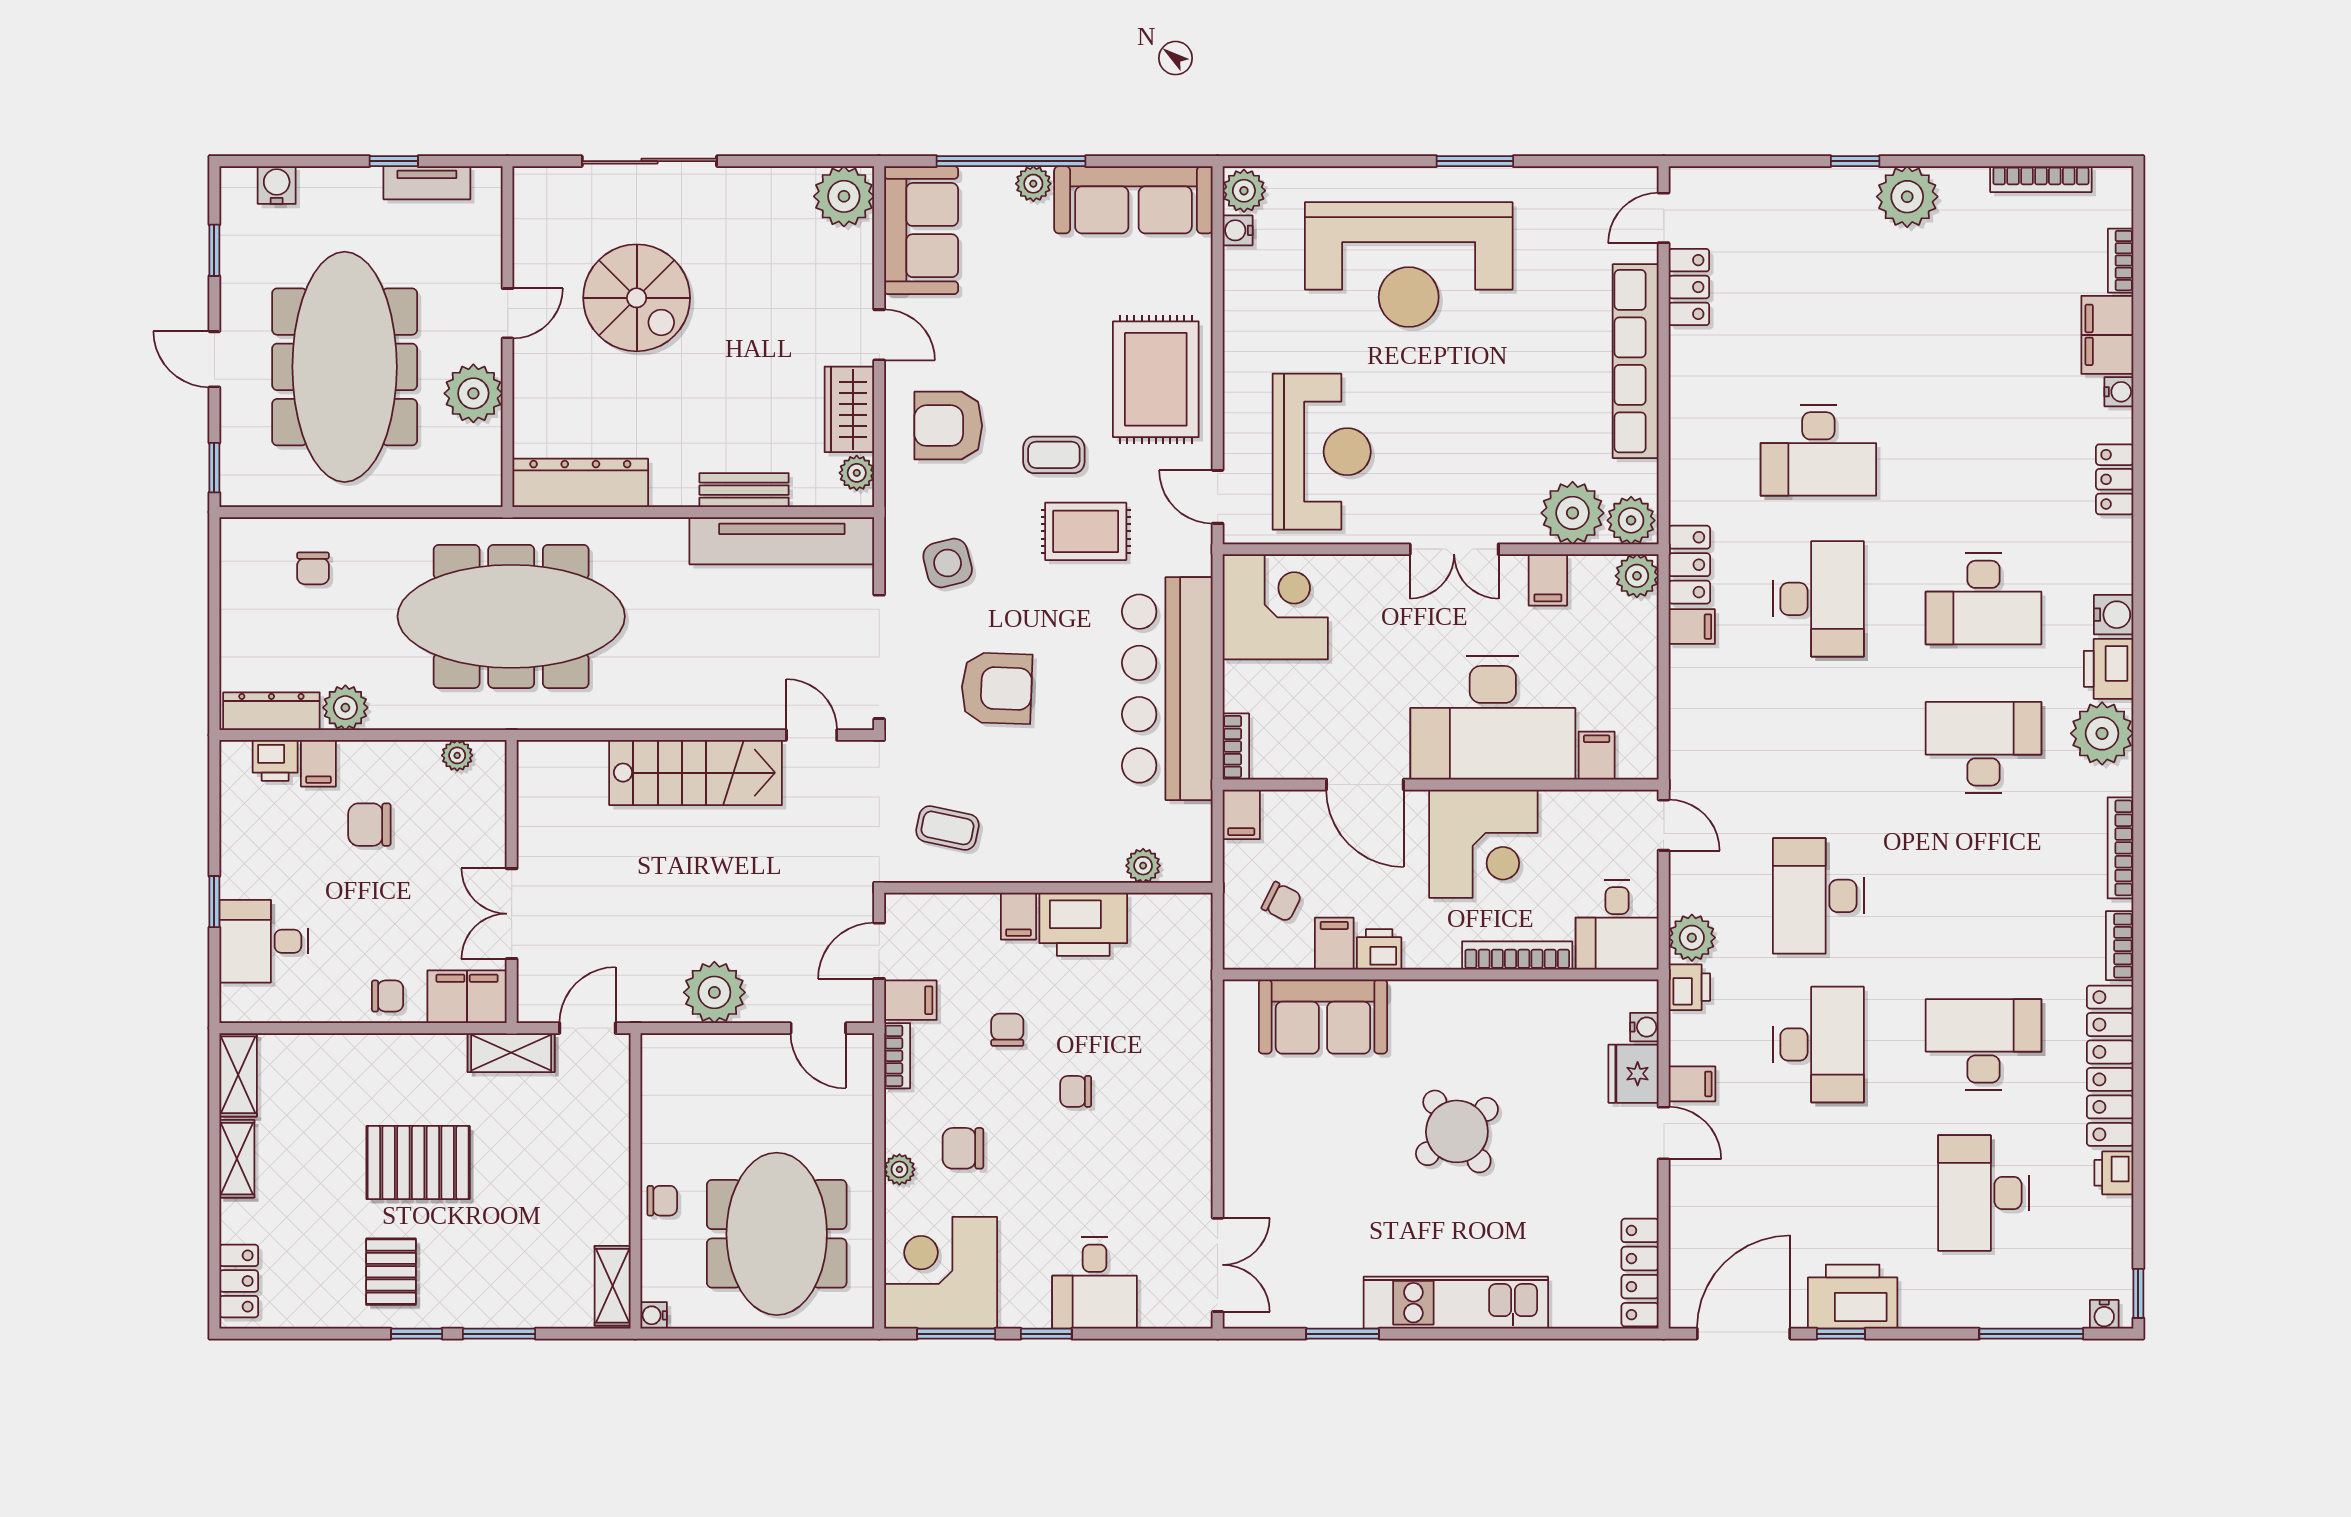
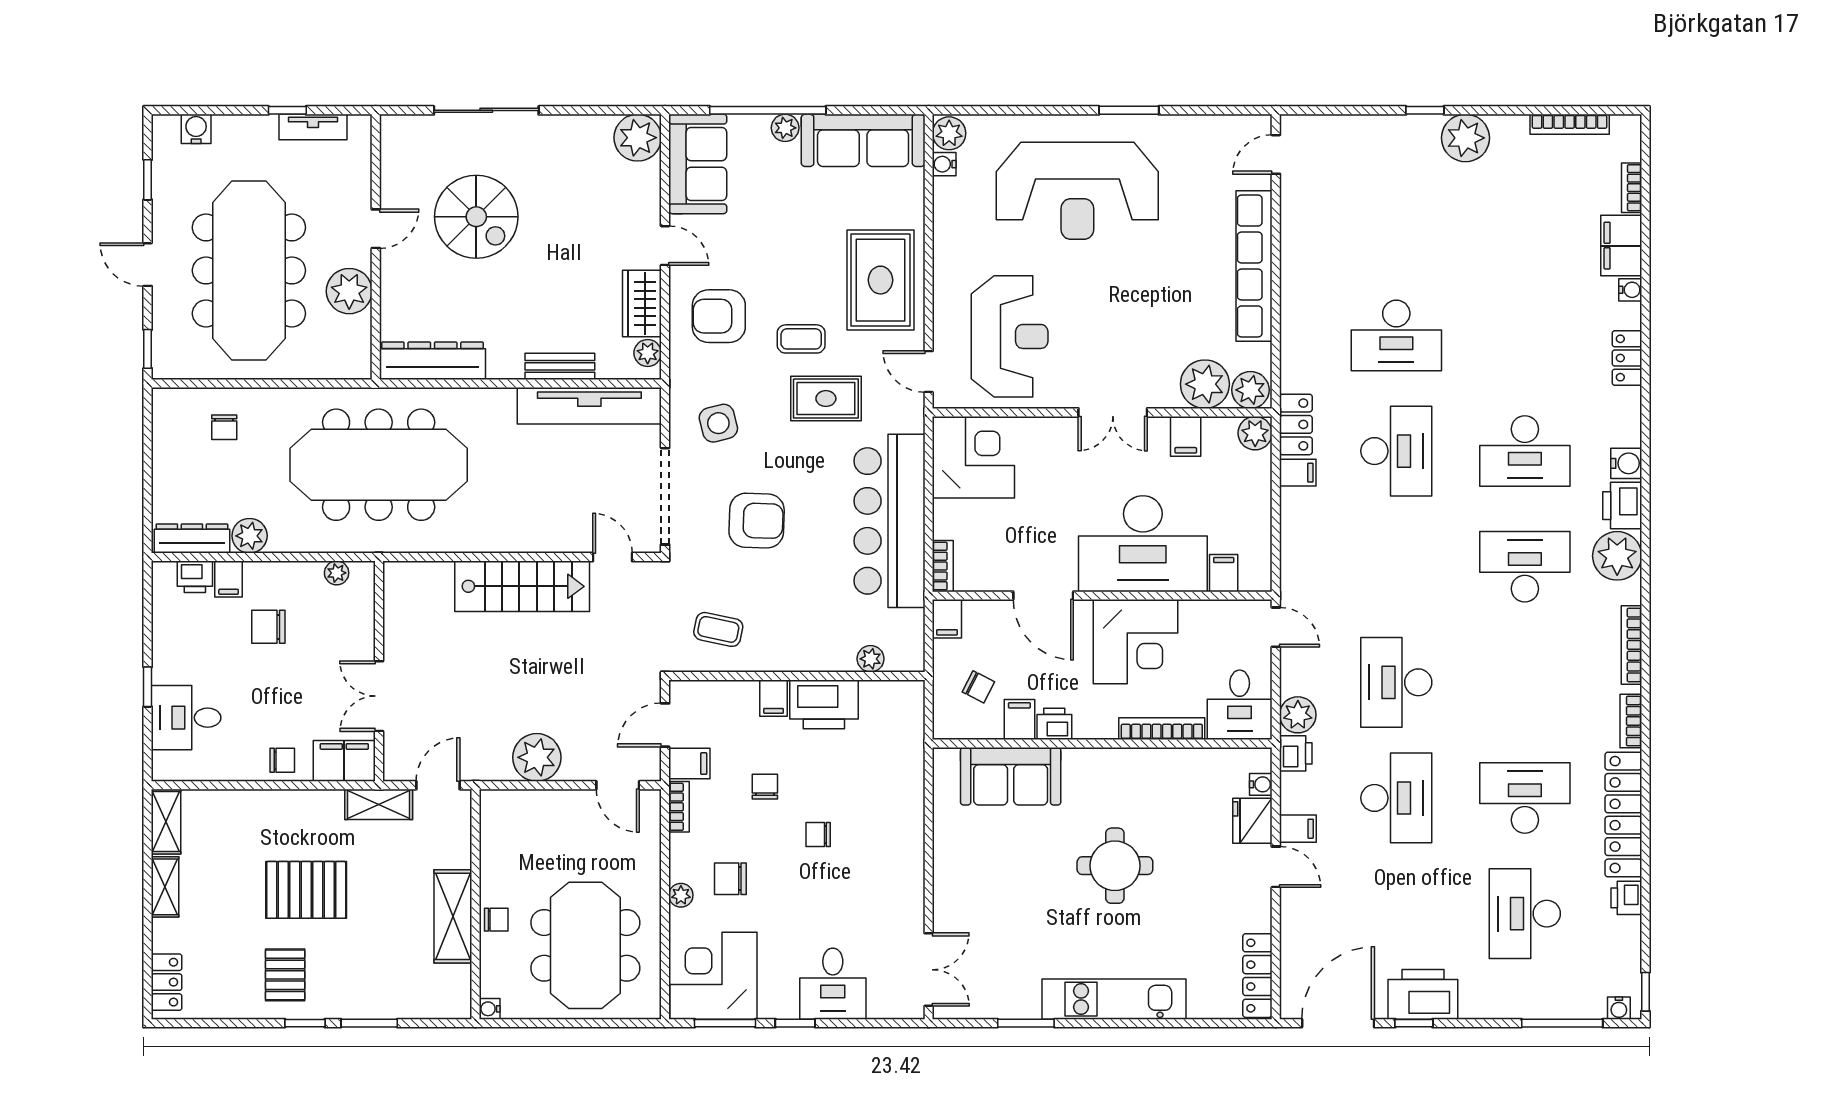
locker: (1689, 287) -> (1295, 208), removed
round table: (1457, 1131) -> (1115, 866), turned 37
shelving: (613, 1286) -> (453, 916), moved, width x1.50, depth x1.33

